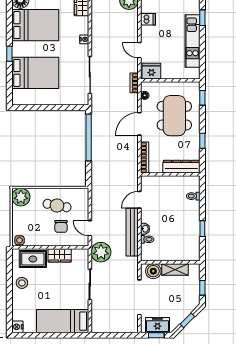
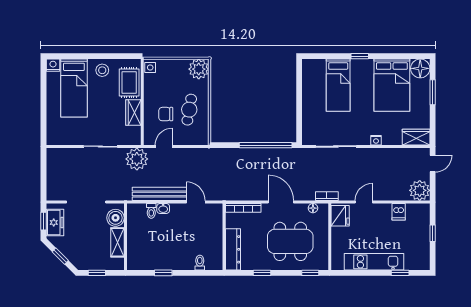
bed: (35, 73) -> (338, 85), width x0.67
bed: (63, 321) -> (74, 88), moved, turned 180

